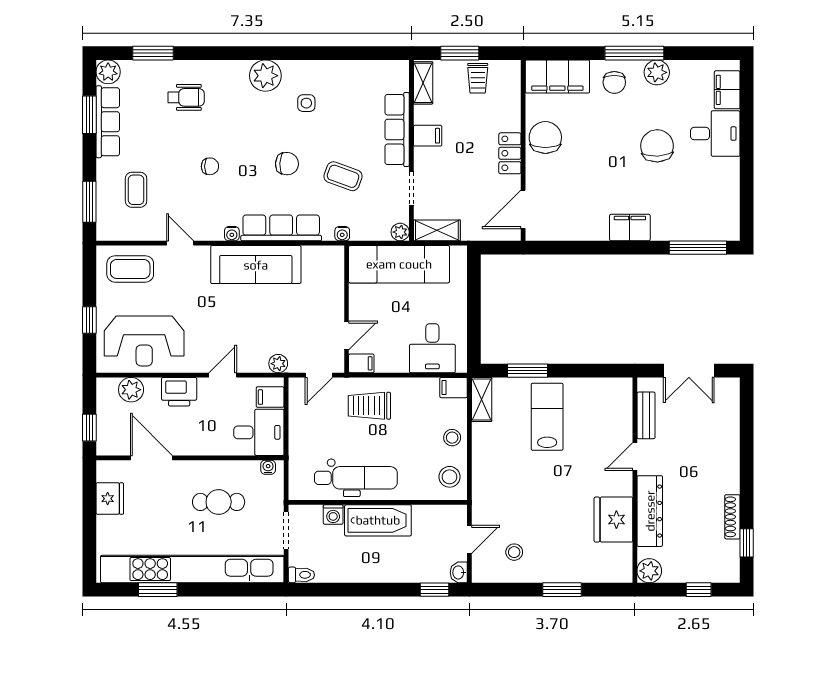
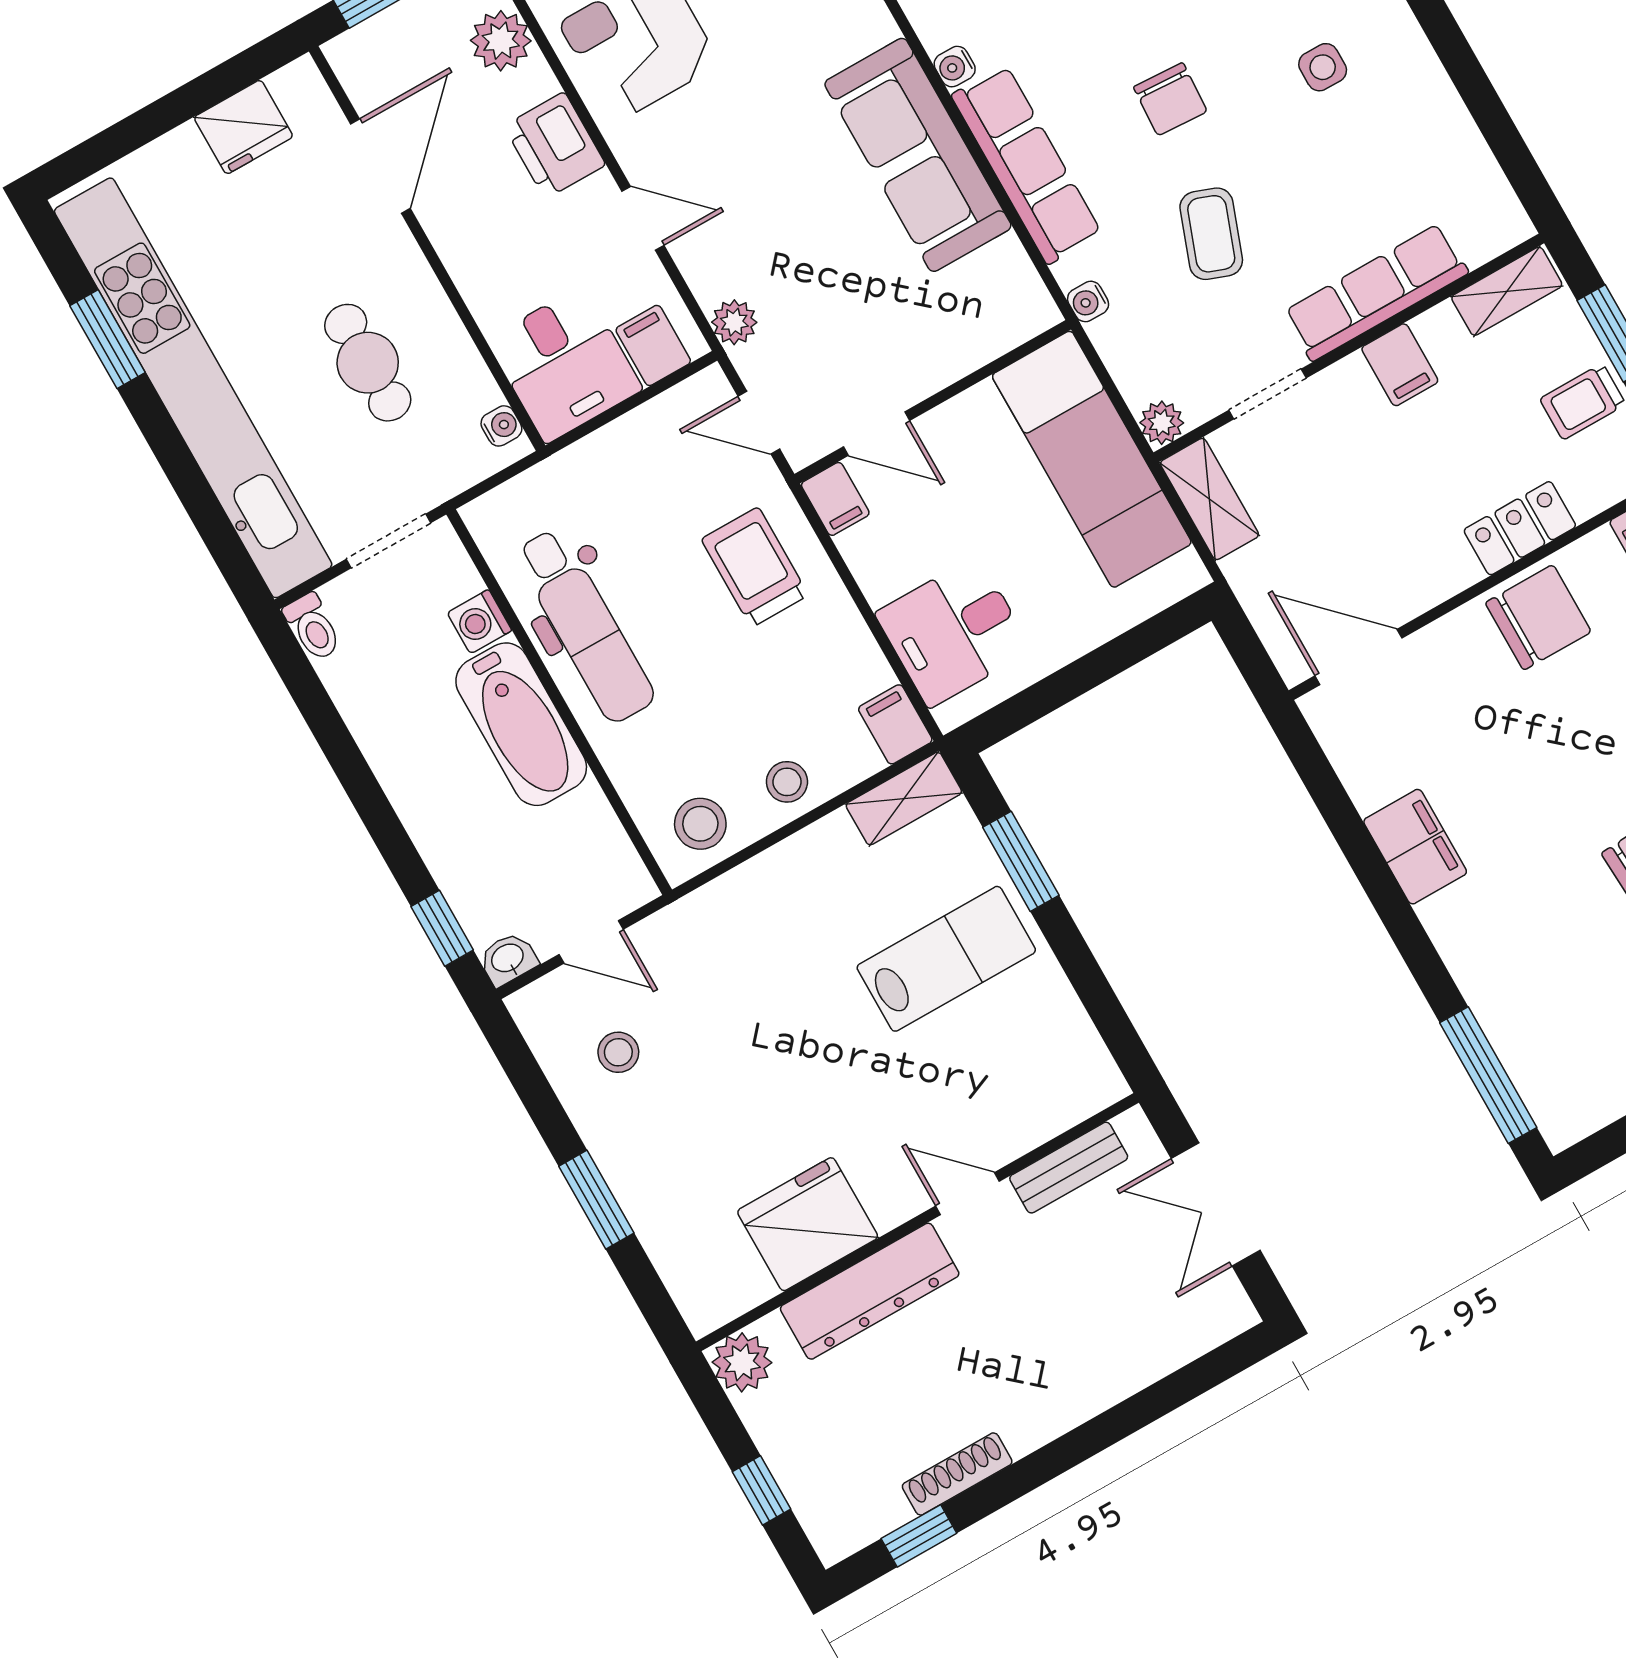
locker: (510, 153) -> (1520, 528), moved
filing cabinet: (630, 228) -> (1415, 847), moved

